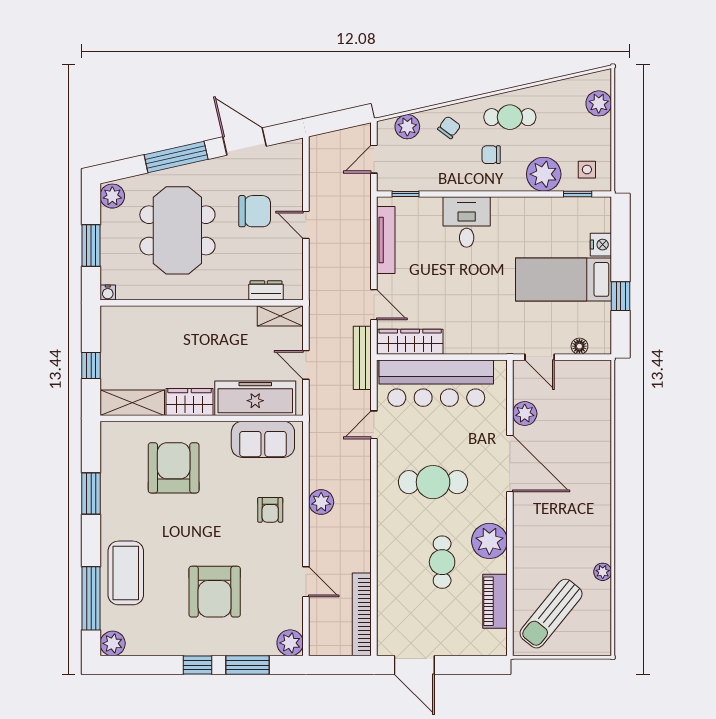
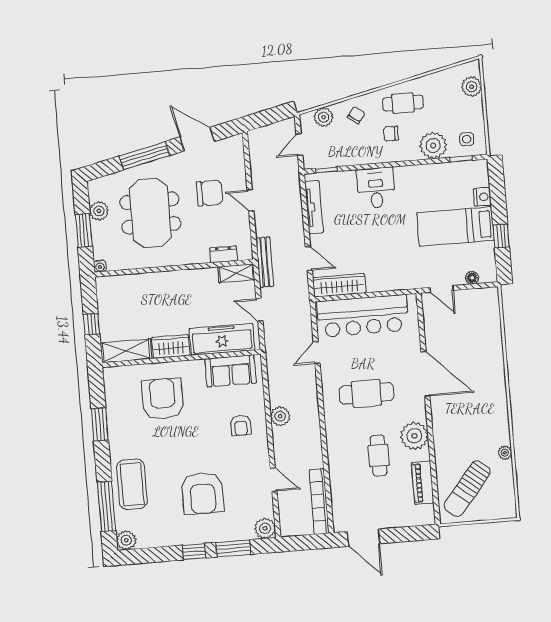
plant: (112, 196) -> (99, 211), moved
bench: (362, 358) -> (265, 262), moved
plant: (525, 414) -> (434, 334), removed

